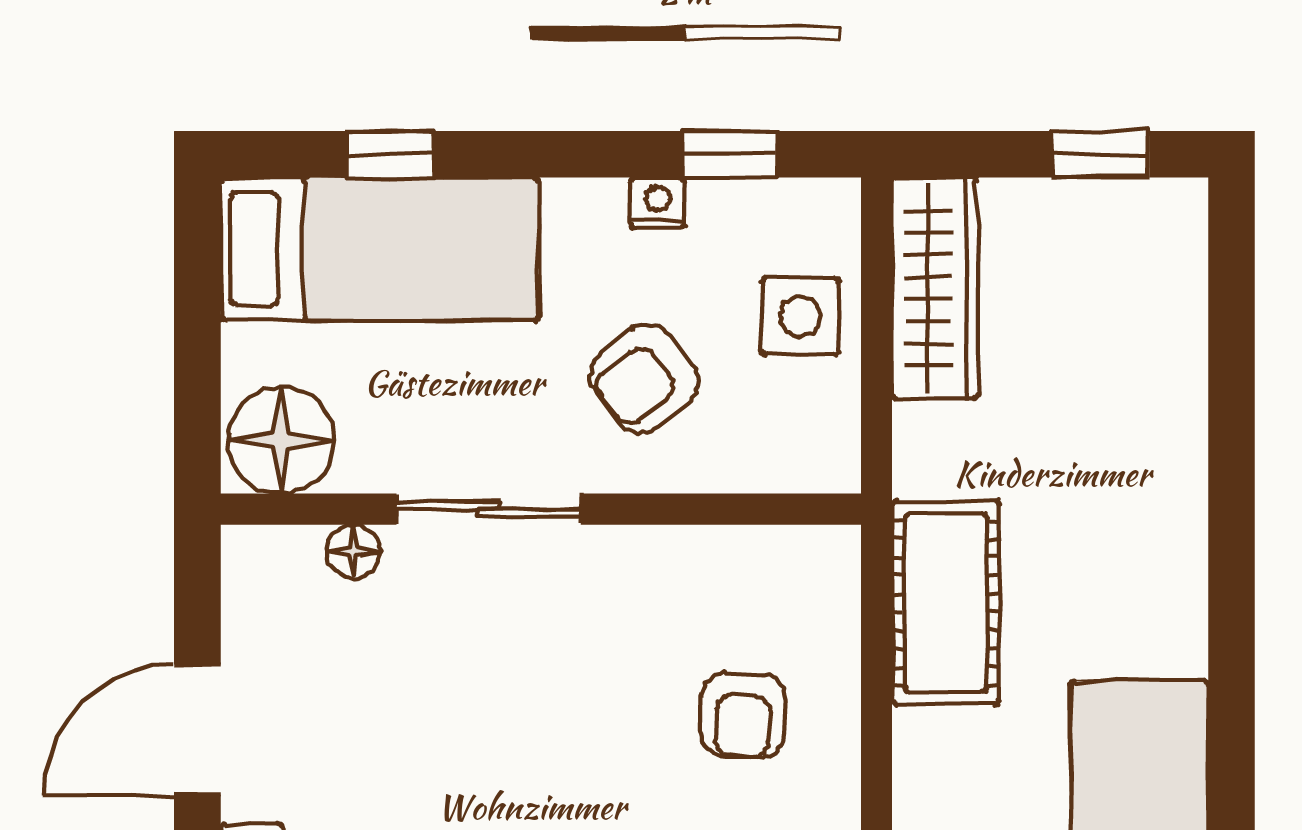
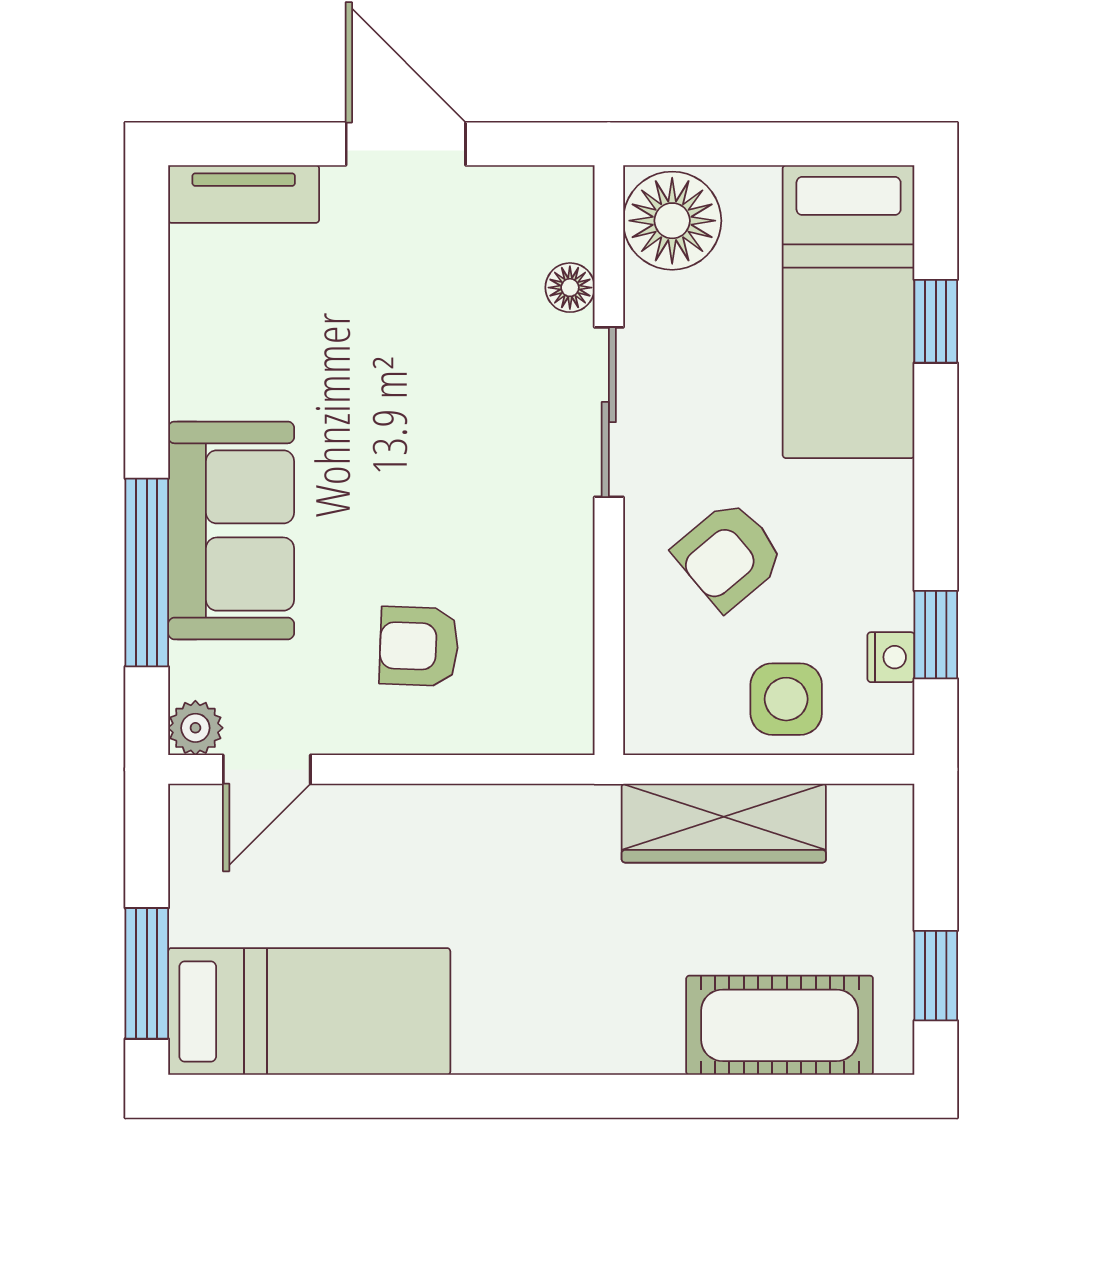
nightstand: (658, 203) -> (891, 657), moved
wardrobe: (935, 288) -> (724, 823), moved
armchair: (644, 379) -> (729, 555), turned -92
cot: (946, 603) -> (780, 1025), moved

